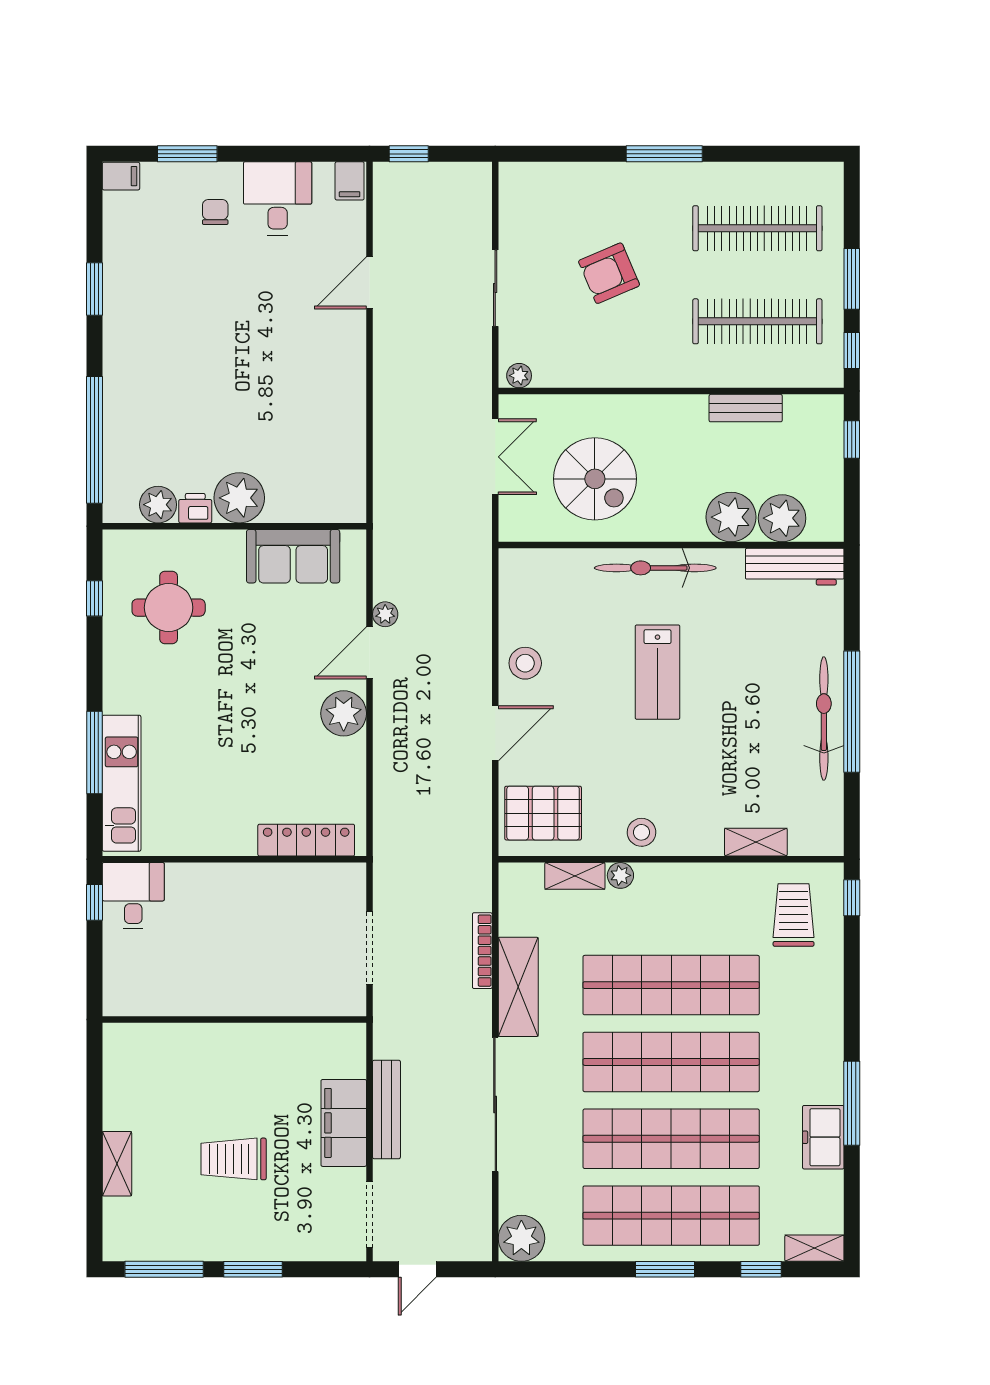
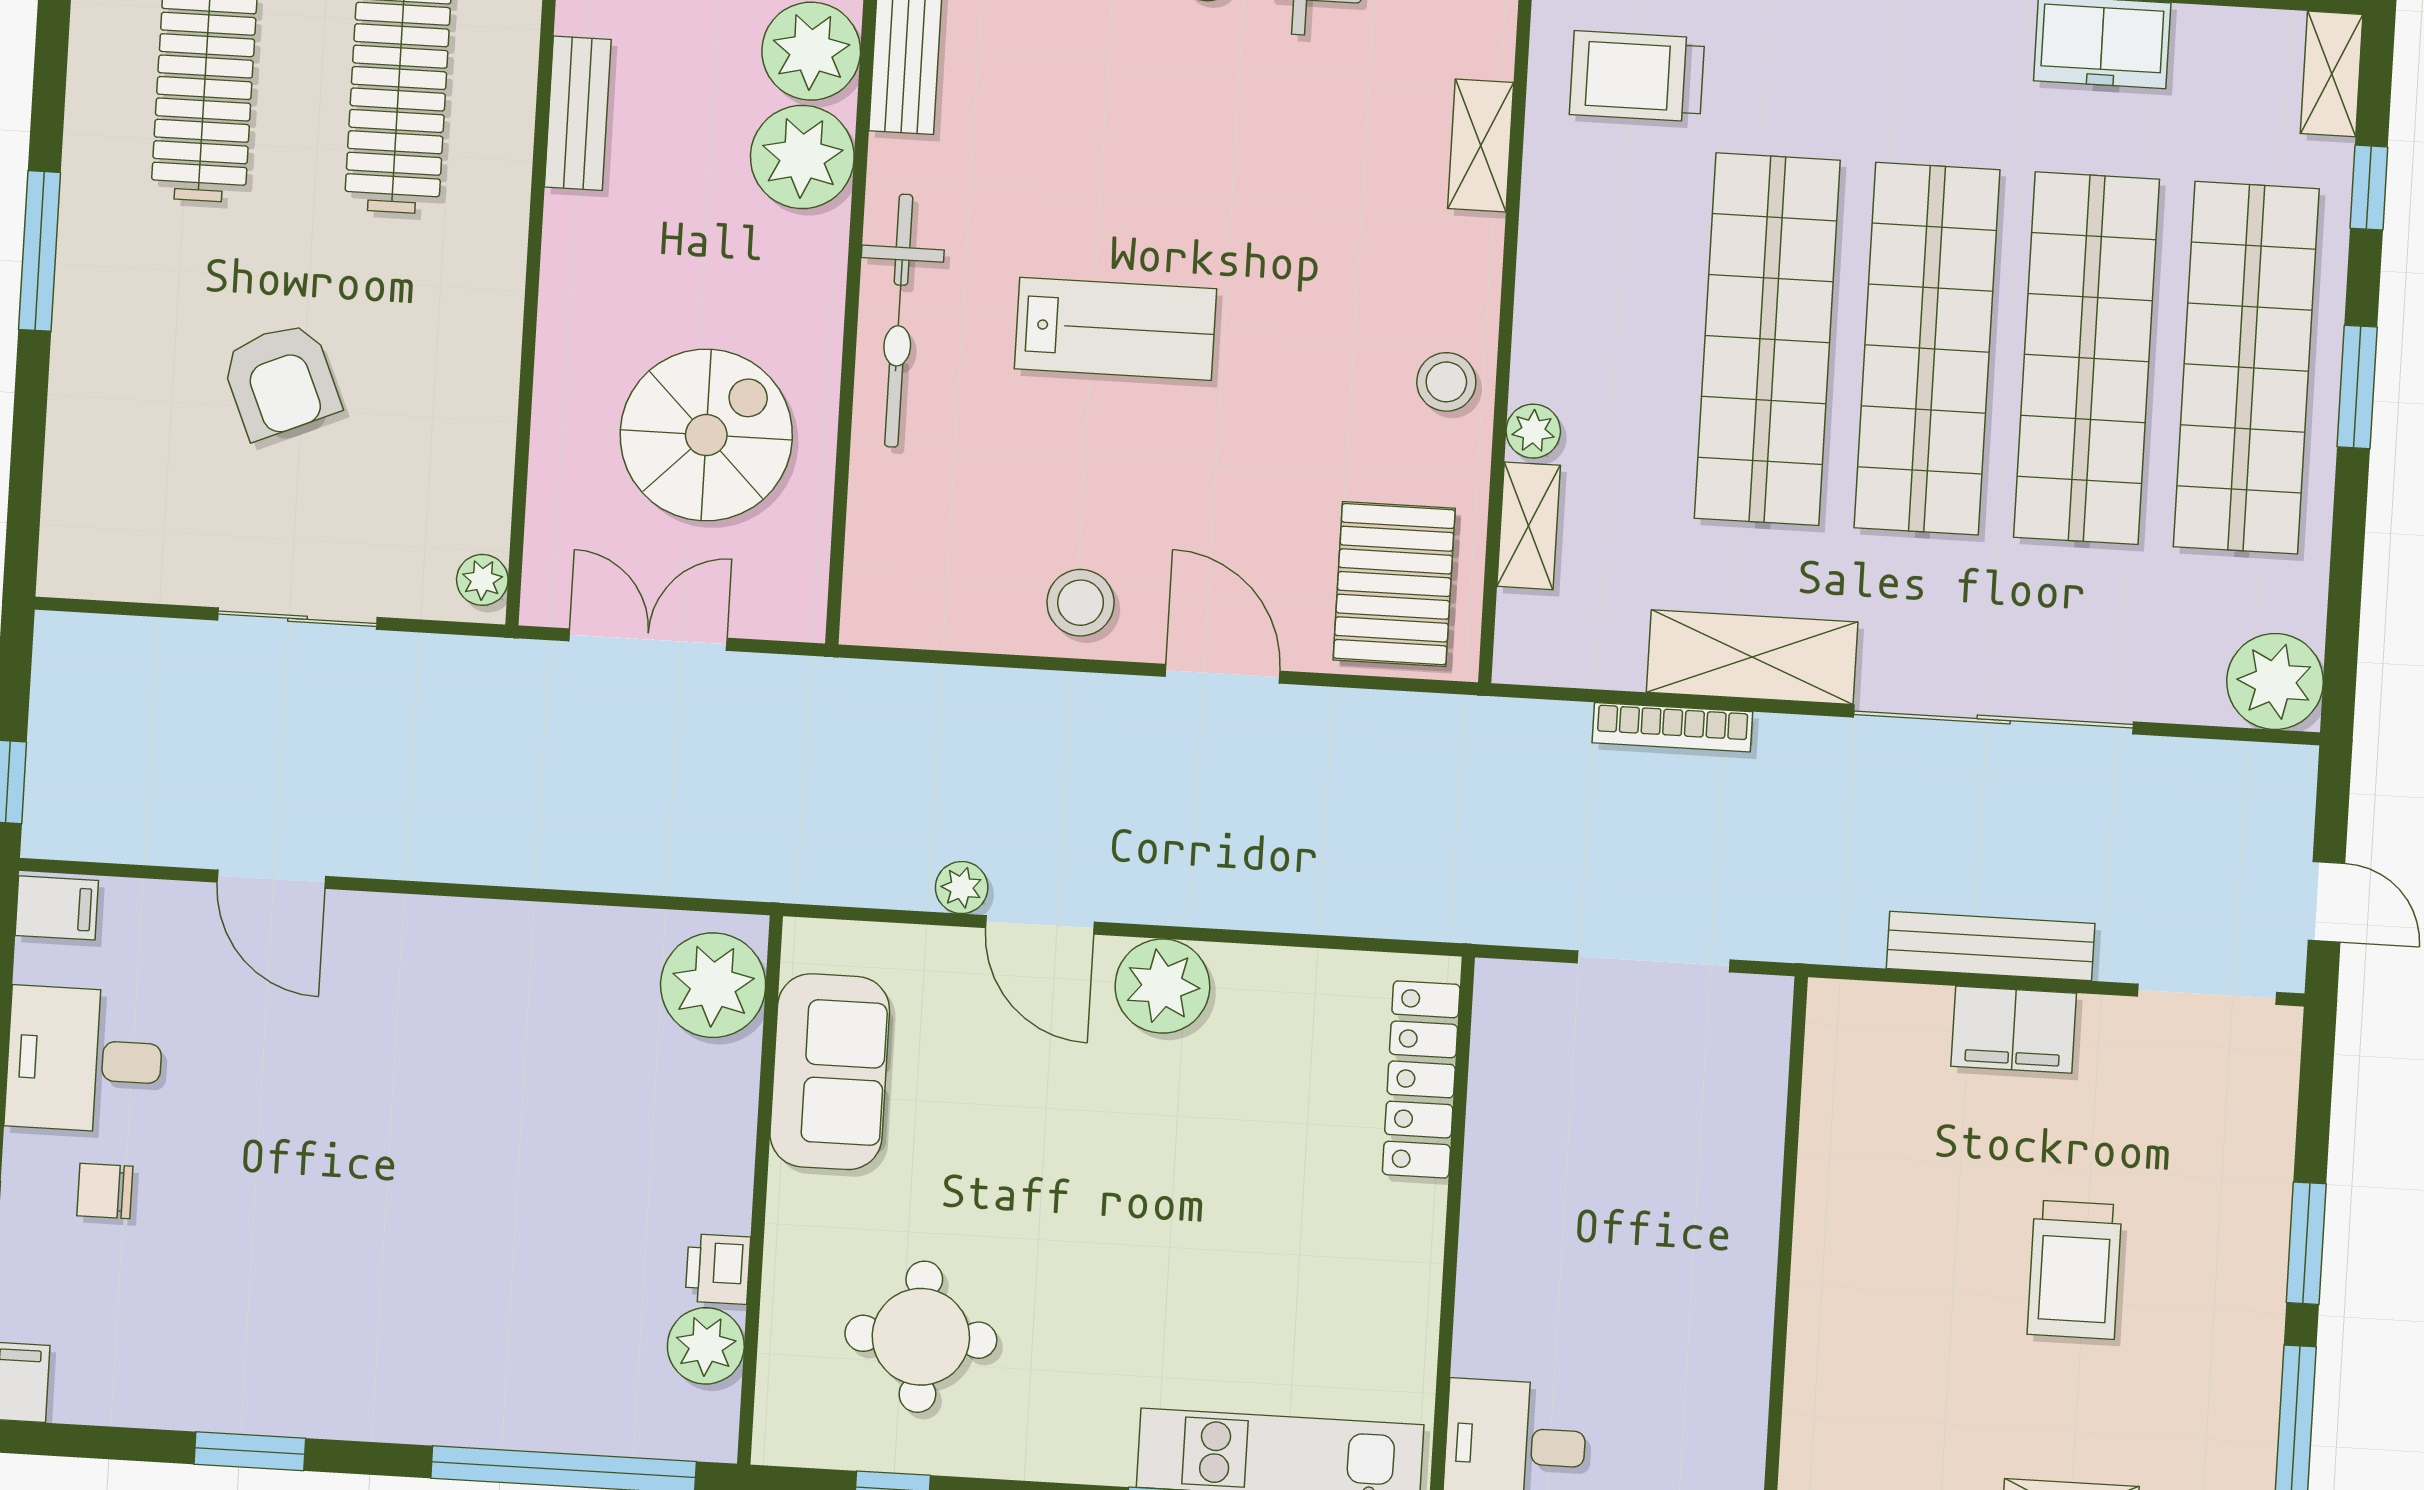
plant: (239, 498) -> (713, 985), moved
filing cabinet: (344, 1123) -> (2014, 1030), width x0.67, depth x0.86

